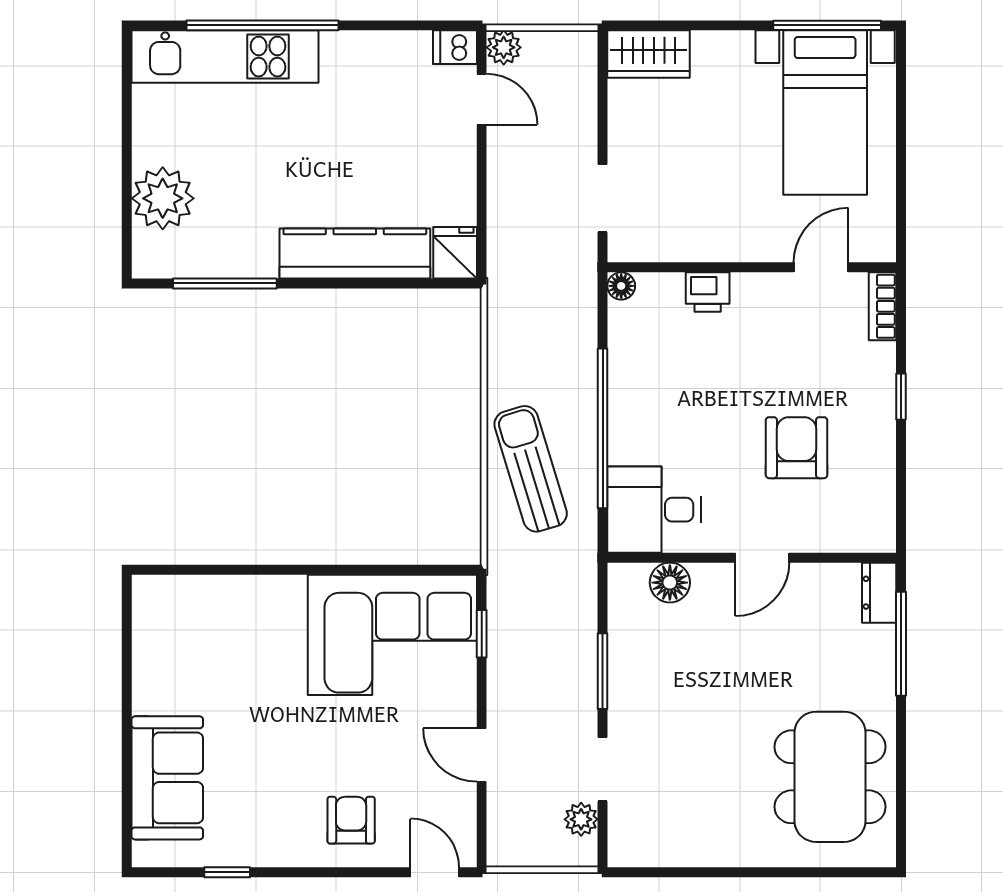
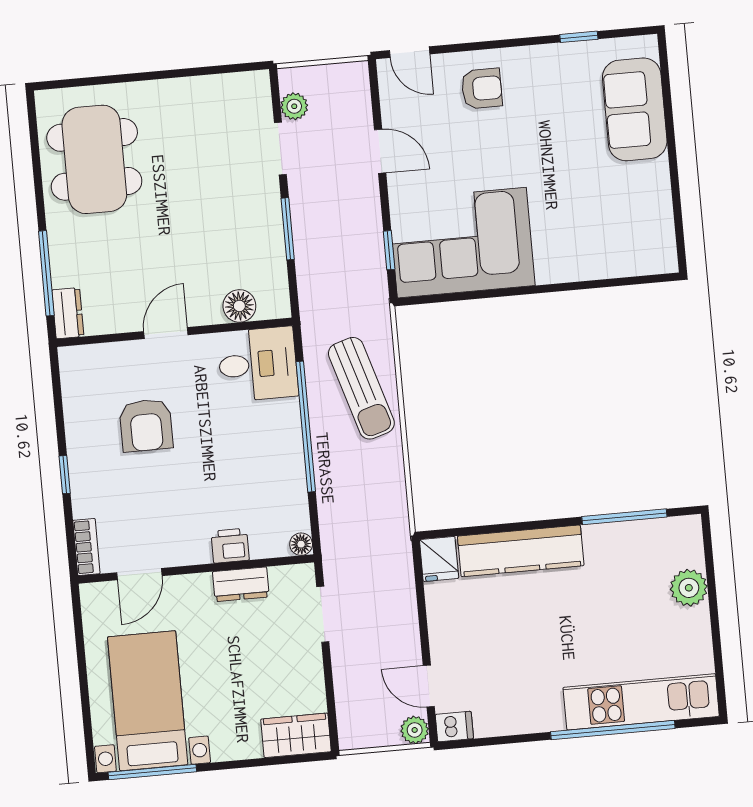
plant: (163, 198) -> (689, 588), width x0.73, depth x0.73
dresser: (699, 244) -> (241, 584), added
armchair: (351, 820) -> (482, 88), turned -90

